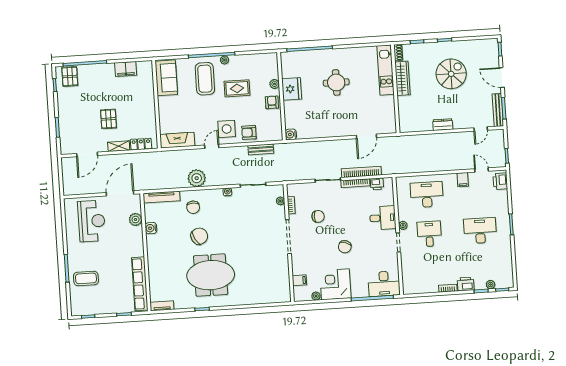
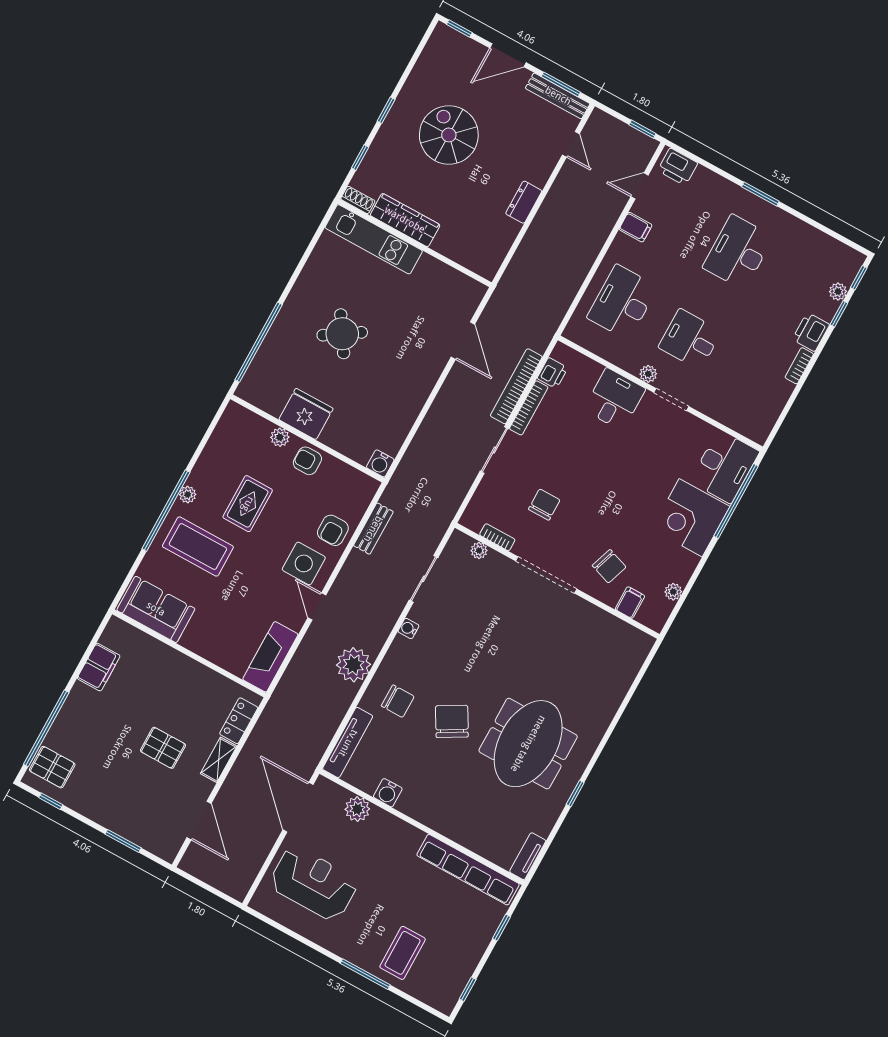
round table: (336, 82) -> (342, 334), turned -33
chair: (345, 247) -> (609, 566), moved
corner desk: (335, 284) -> (691, 518), moved

